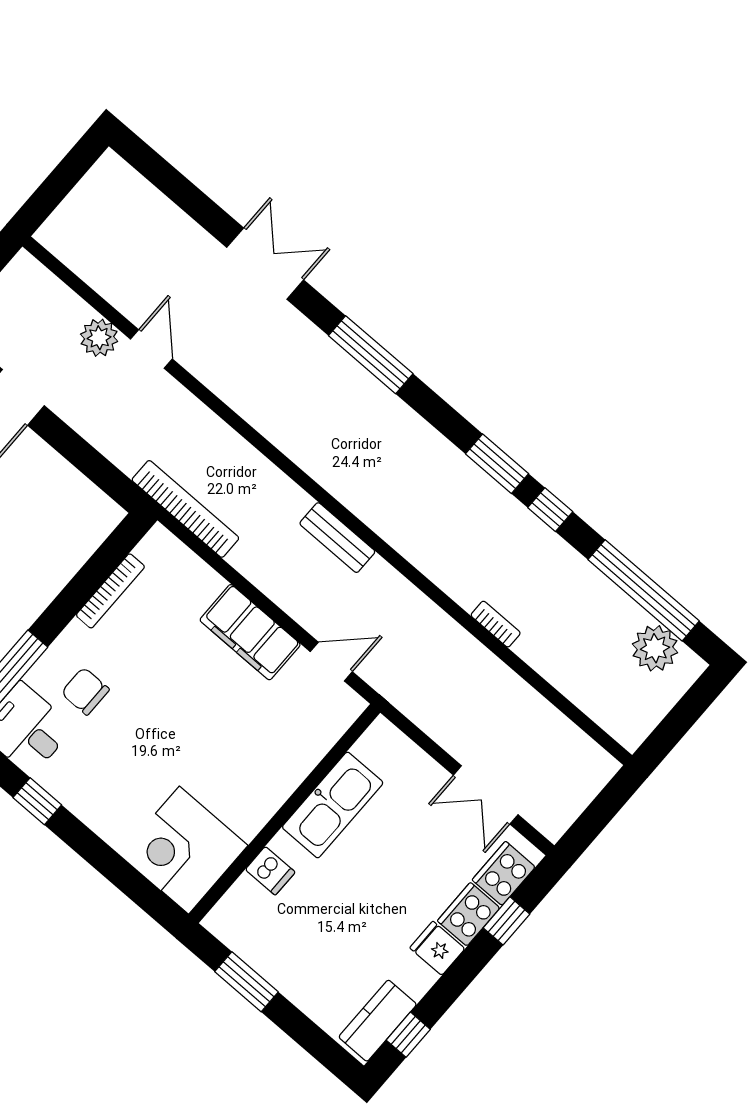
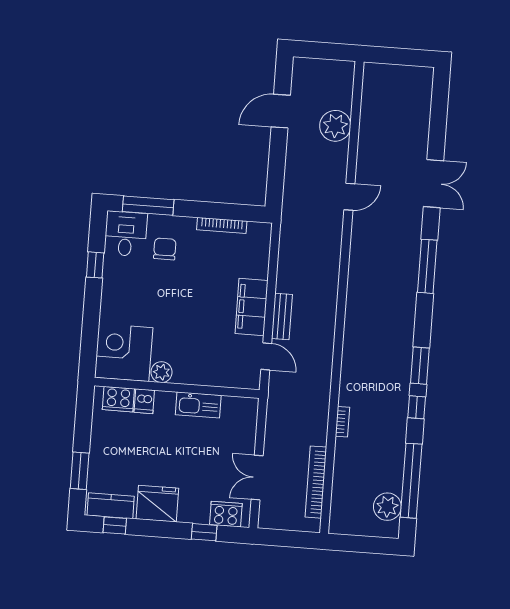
plant: (99, 338) -> (335, 126), width x1.36, depth x1.36
door: (151, 349) -> (349, 197), moved
bookcase: (185, 509) -> (316, 482), moved, turned 180
bench: (337, 538) -> (282, 317), moved
kitchen sink: (333, 805) -> (198, 405), width x0.73, depth x0.81
plant: (248, 819) -> (162, 372), added
cooker: (469, 914) -> (118, 399), moved, turned 180
fridge: (437, 948) -> (157, 504), width x1.88, depth x1.34
window: (247, 982) -> (80, 471), moved

